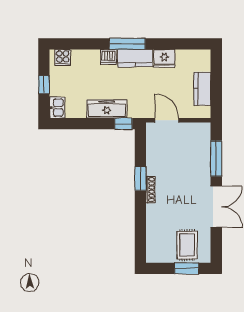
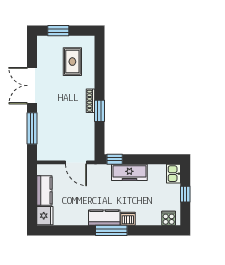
fridge: (164, 58) -> (45, 216), moved, turned 90
rug: (187, 245) -> (72, 62), moved

